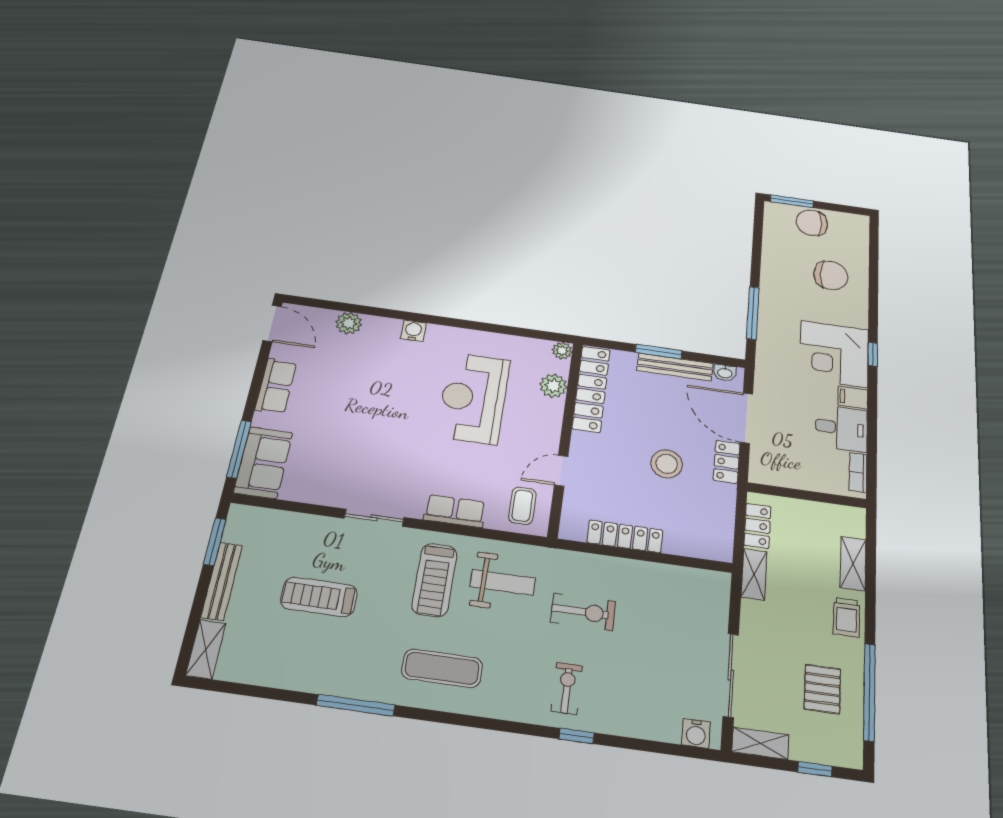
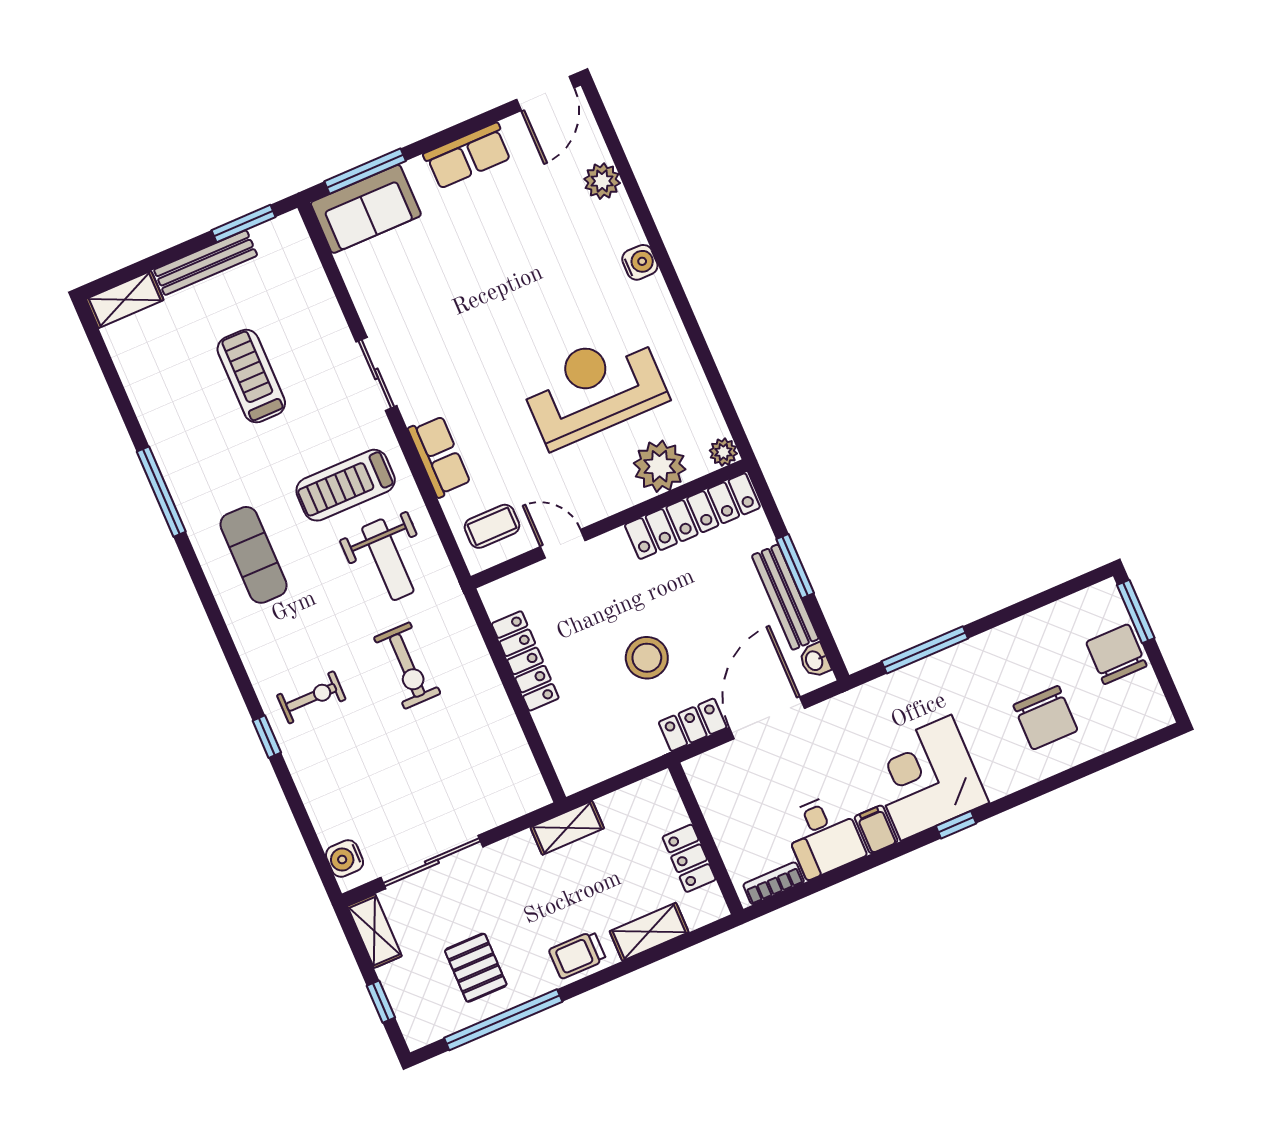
plant: (553, 386) -> (660, 466), width x1.36, depth x1.36
locker: (758, 526) -> (689, 858), moved, turned 90
pallet: (822, 689) -> (476, 968), turned 90

